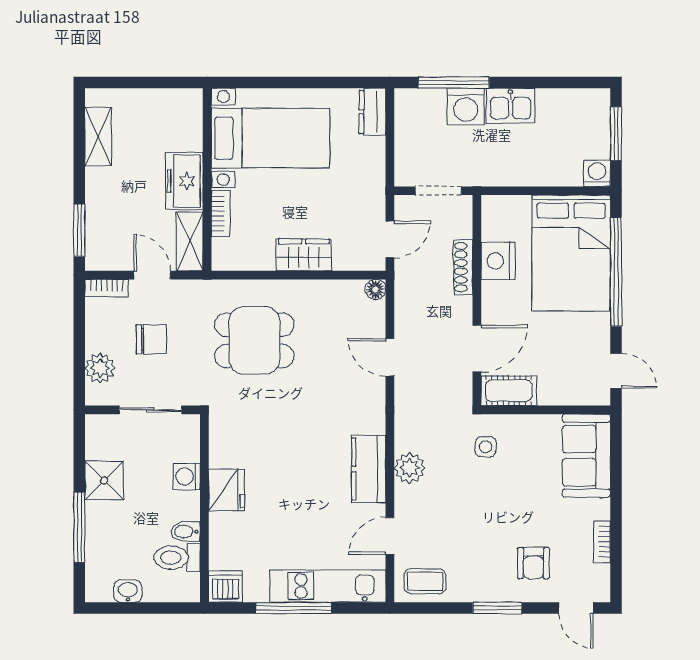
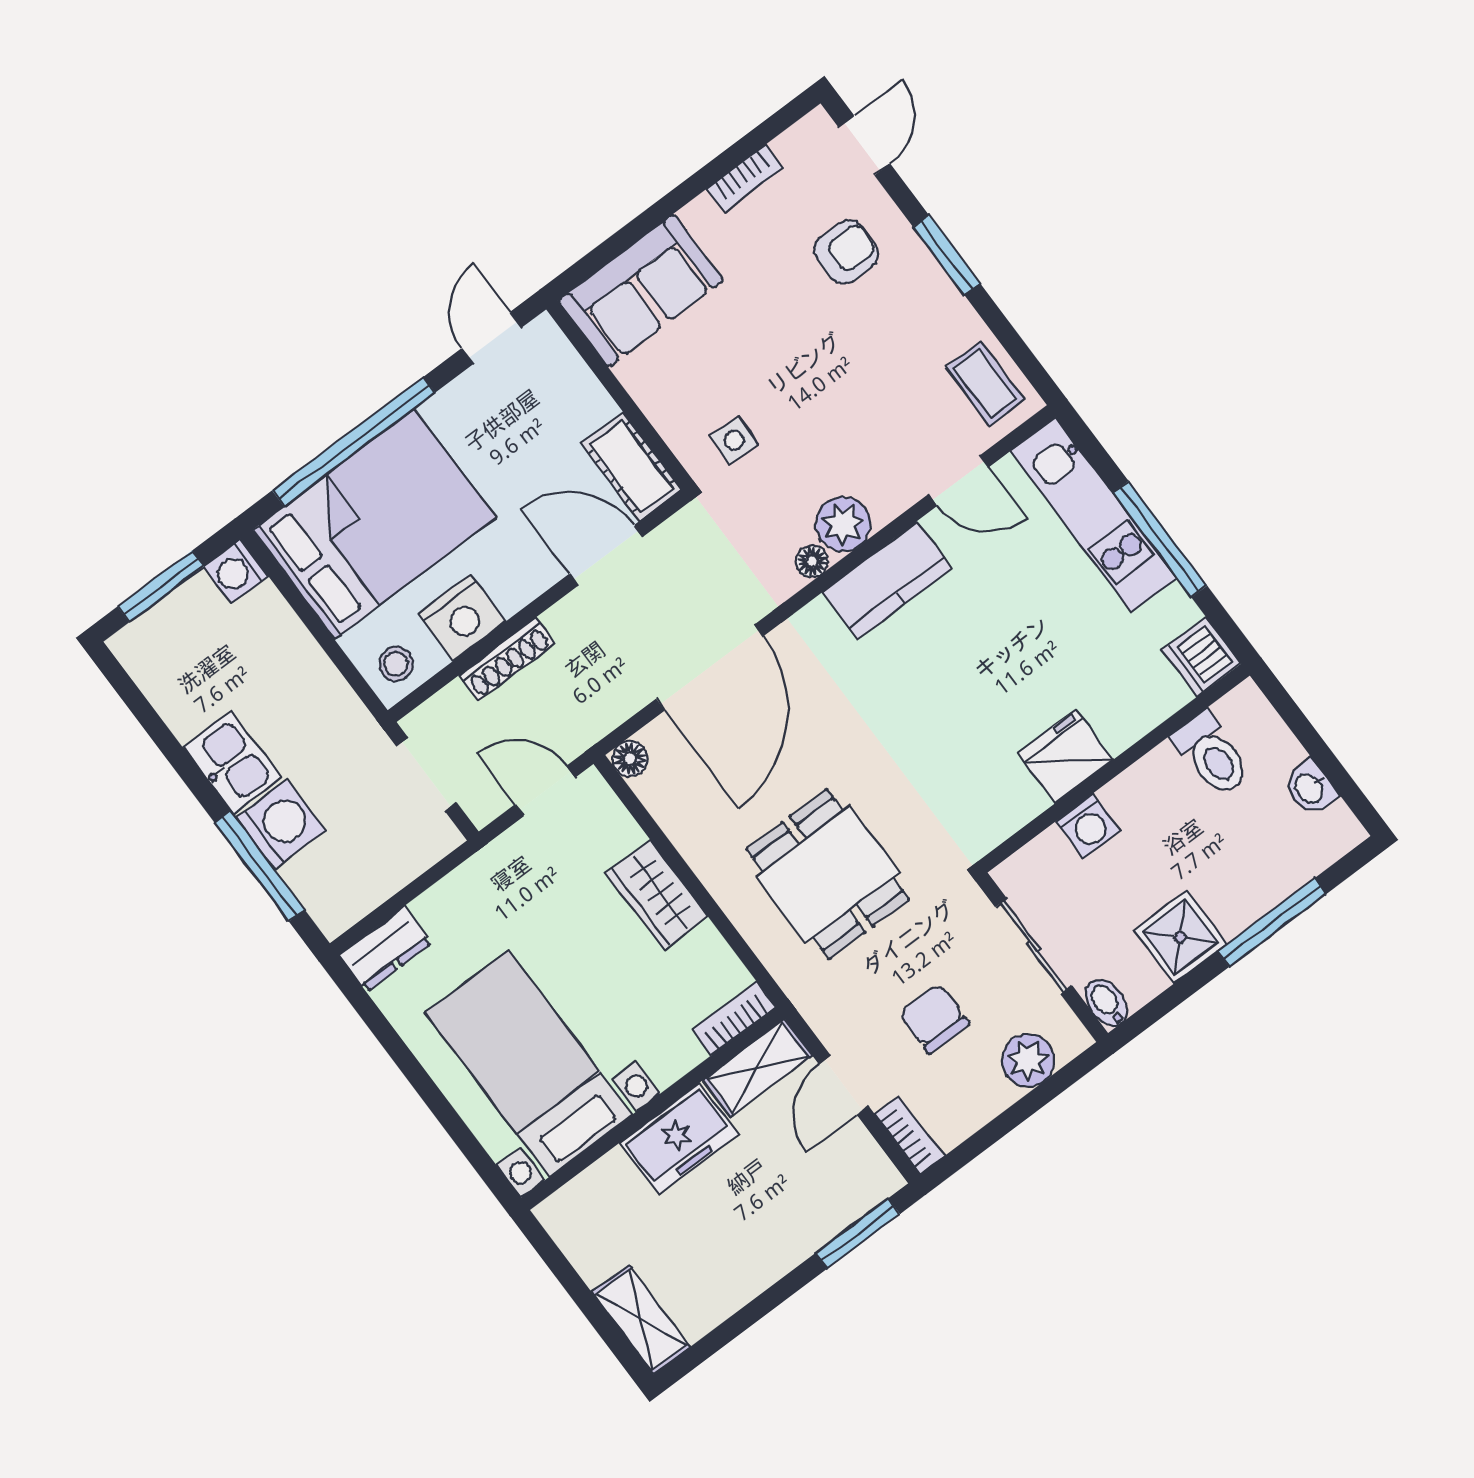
shelving: (98, 136) -> (641, 1320), moved, turned 90
bookcase: (221, 213) -> (734, 1018), moved
stool: (499, 215) -> (396, 664), added
door: (390, 357) -> (710, 667), width x1.88
floor lamp: (403, 441) -> (812, 561), added
bidet: (186, 532) -> (1107, 1003), moved, turned 180

